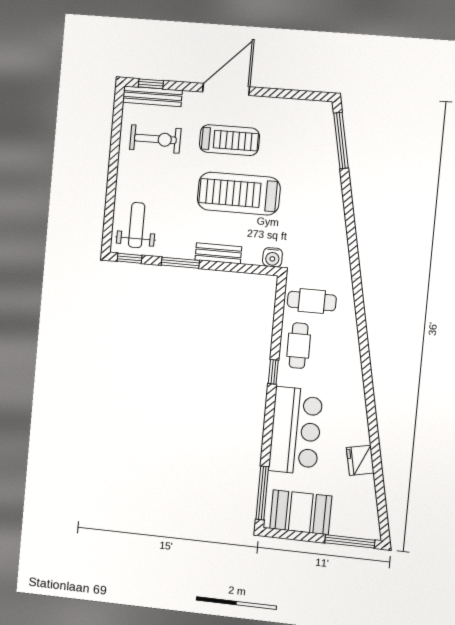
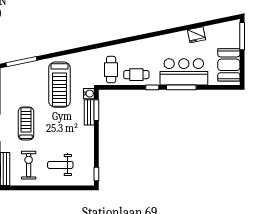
treadmill: (239, 194) -> (59, 85), moved
weight bench: (137, 225) -> (60, 165), moved
bench: (218, 253) -> (89, 112), moved
window: (180, 263) -> (96, 110), moved
window: (262, 493) -> (181, 87), moved

